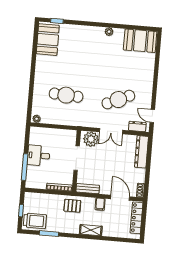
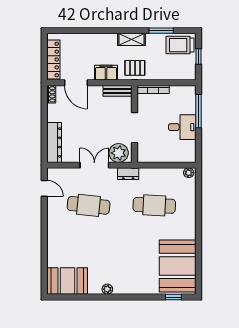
booth: (48, 40) -> (178, 266), width x1.36, depth x1.42
cafe table: (118, 100) -> (89, 205), turned 30
dresser: (137, 126) -> (128, 174), moved
filing cabinet: (100, 204) -> (106, 73), width x2.00
shelving: (91, 230) -> (131, 39), moved

